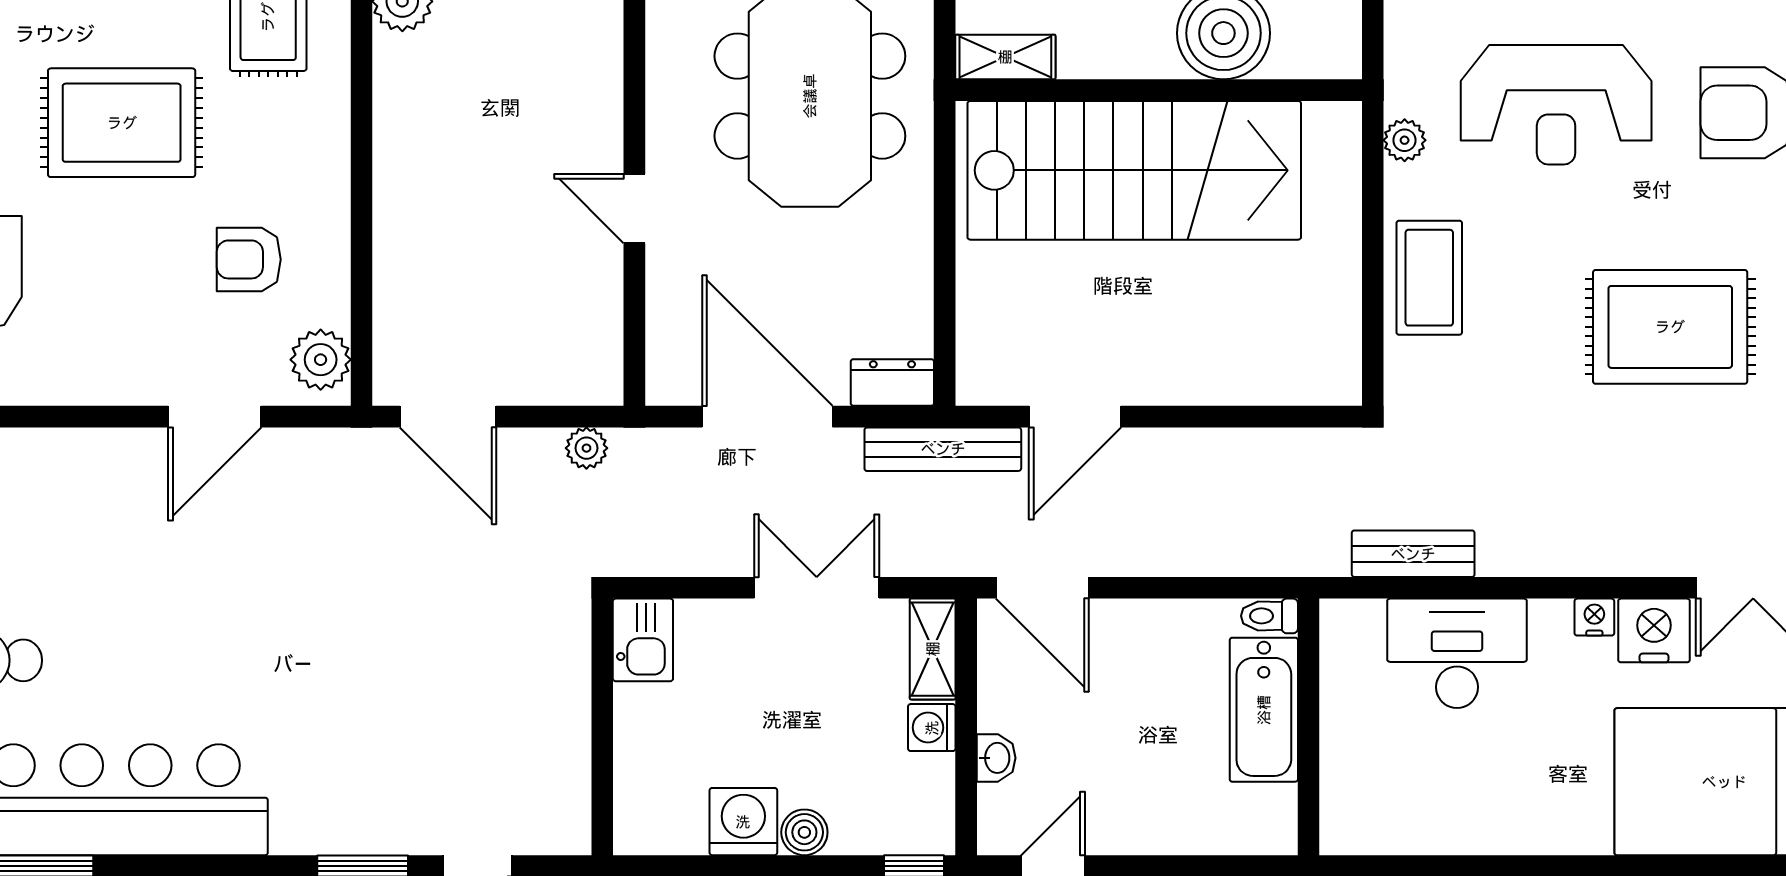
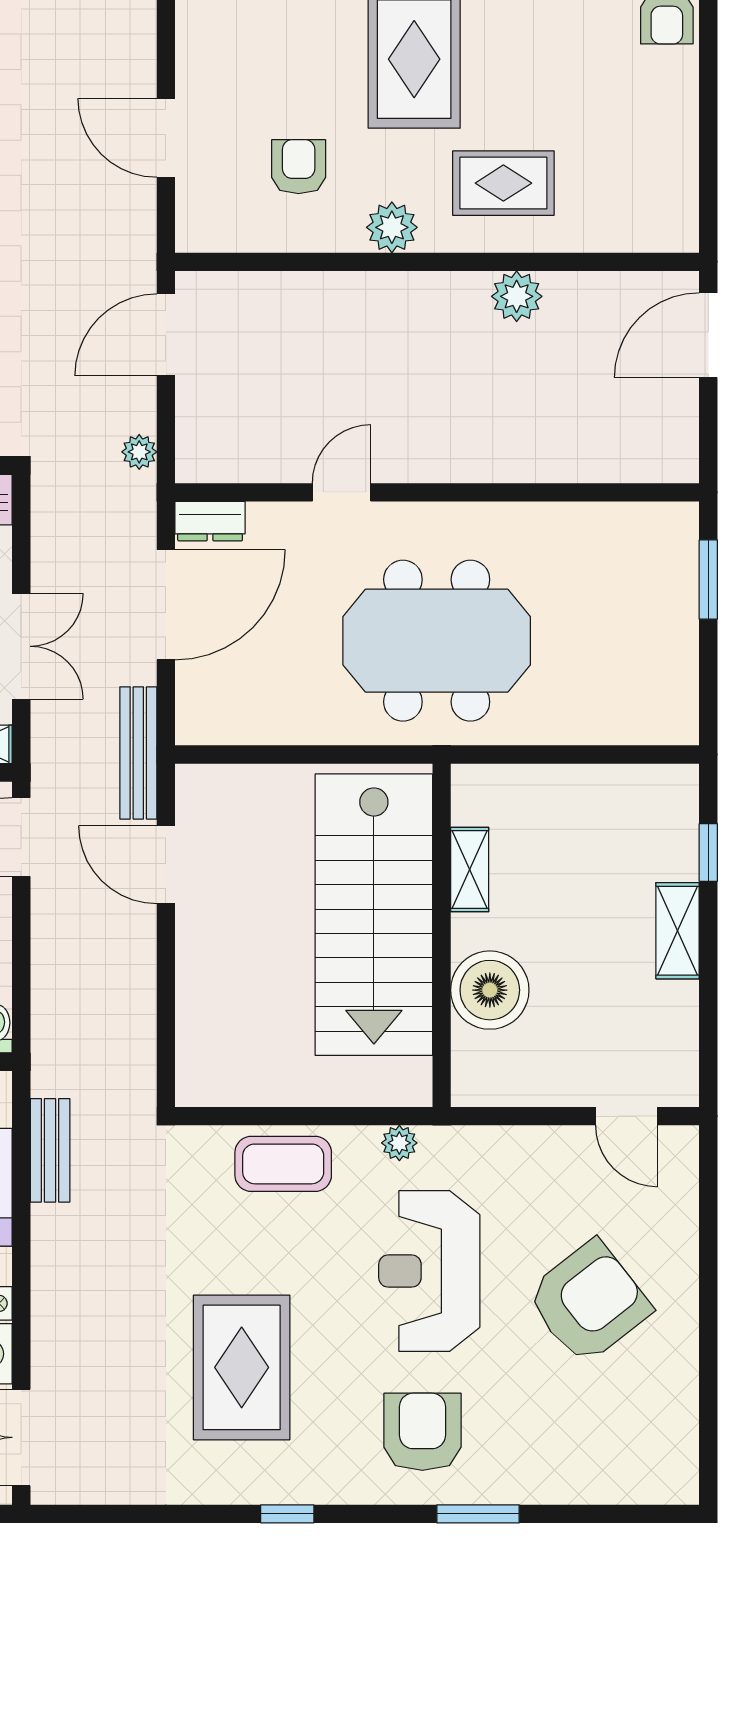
shelving: (1005, 57) -> (470, 869), moved
plant: (321, 360) -> (392, 227), moved
dresser: (892, 382) -> (210, 521), moved, turned 90

